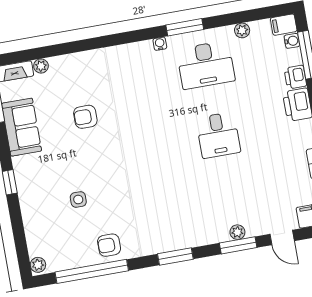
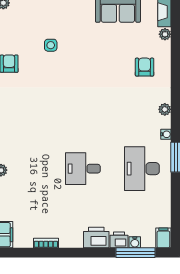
plant: (242, 30) -> (165, 109), moved
water cooler: (292, 41) -> (135, 242), moved
armchair: (85, 117) -> (145, 67), moved

